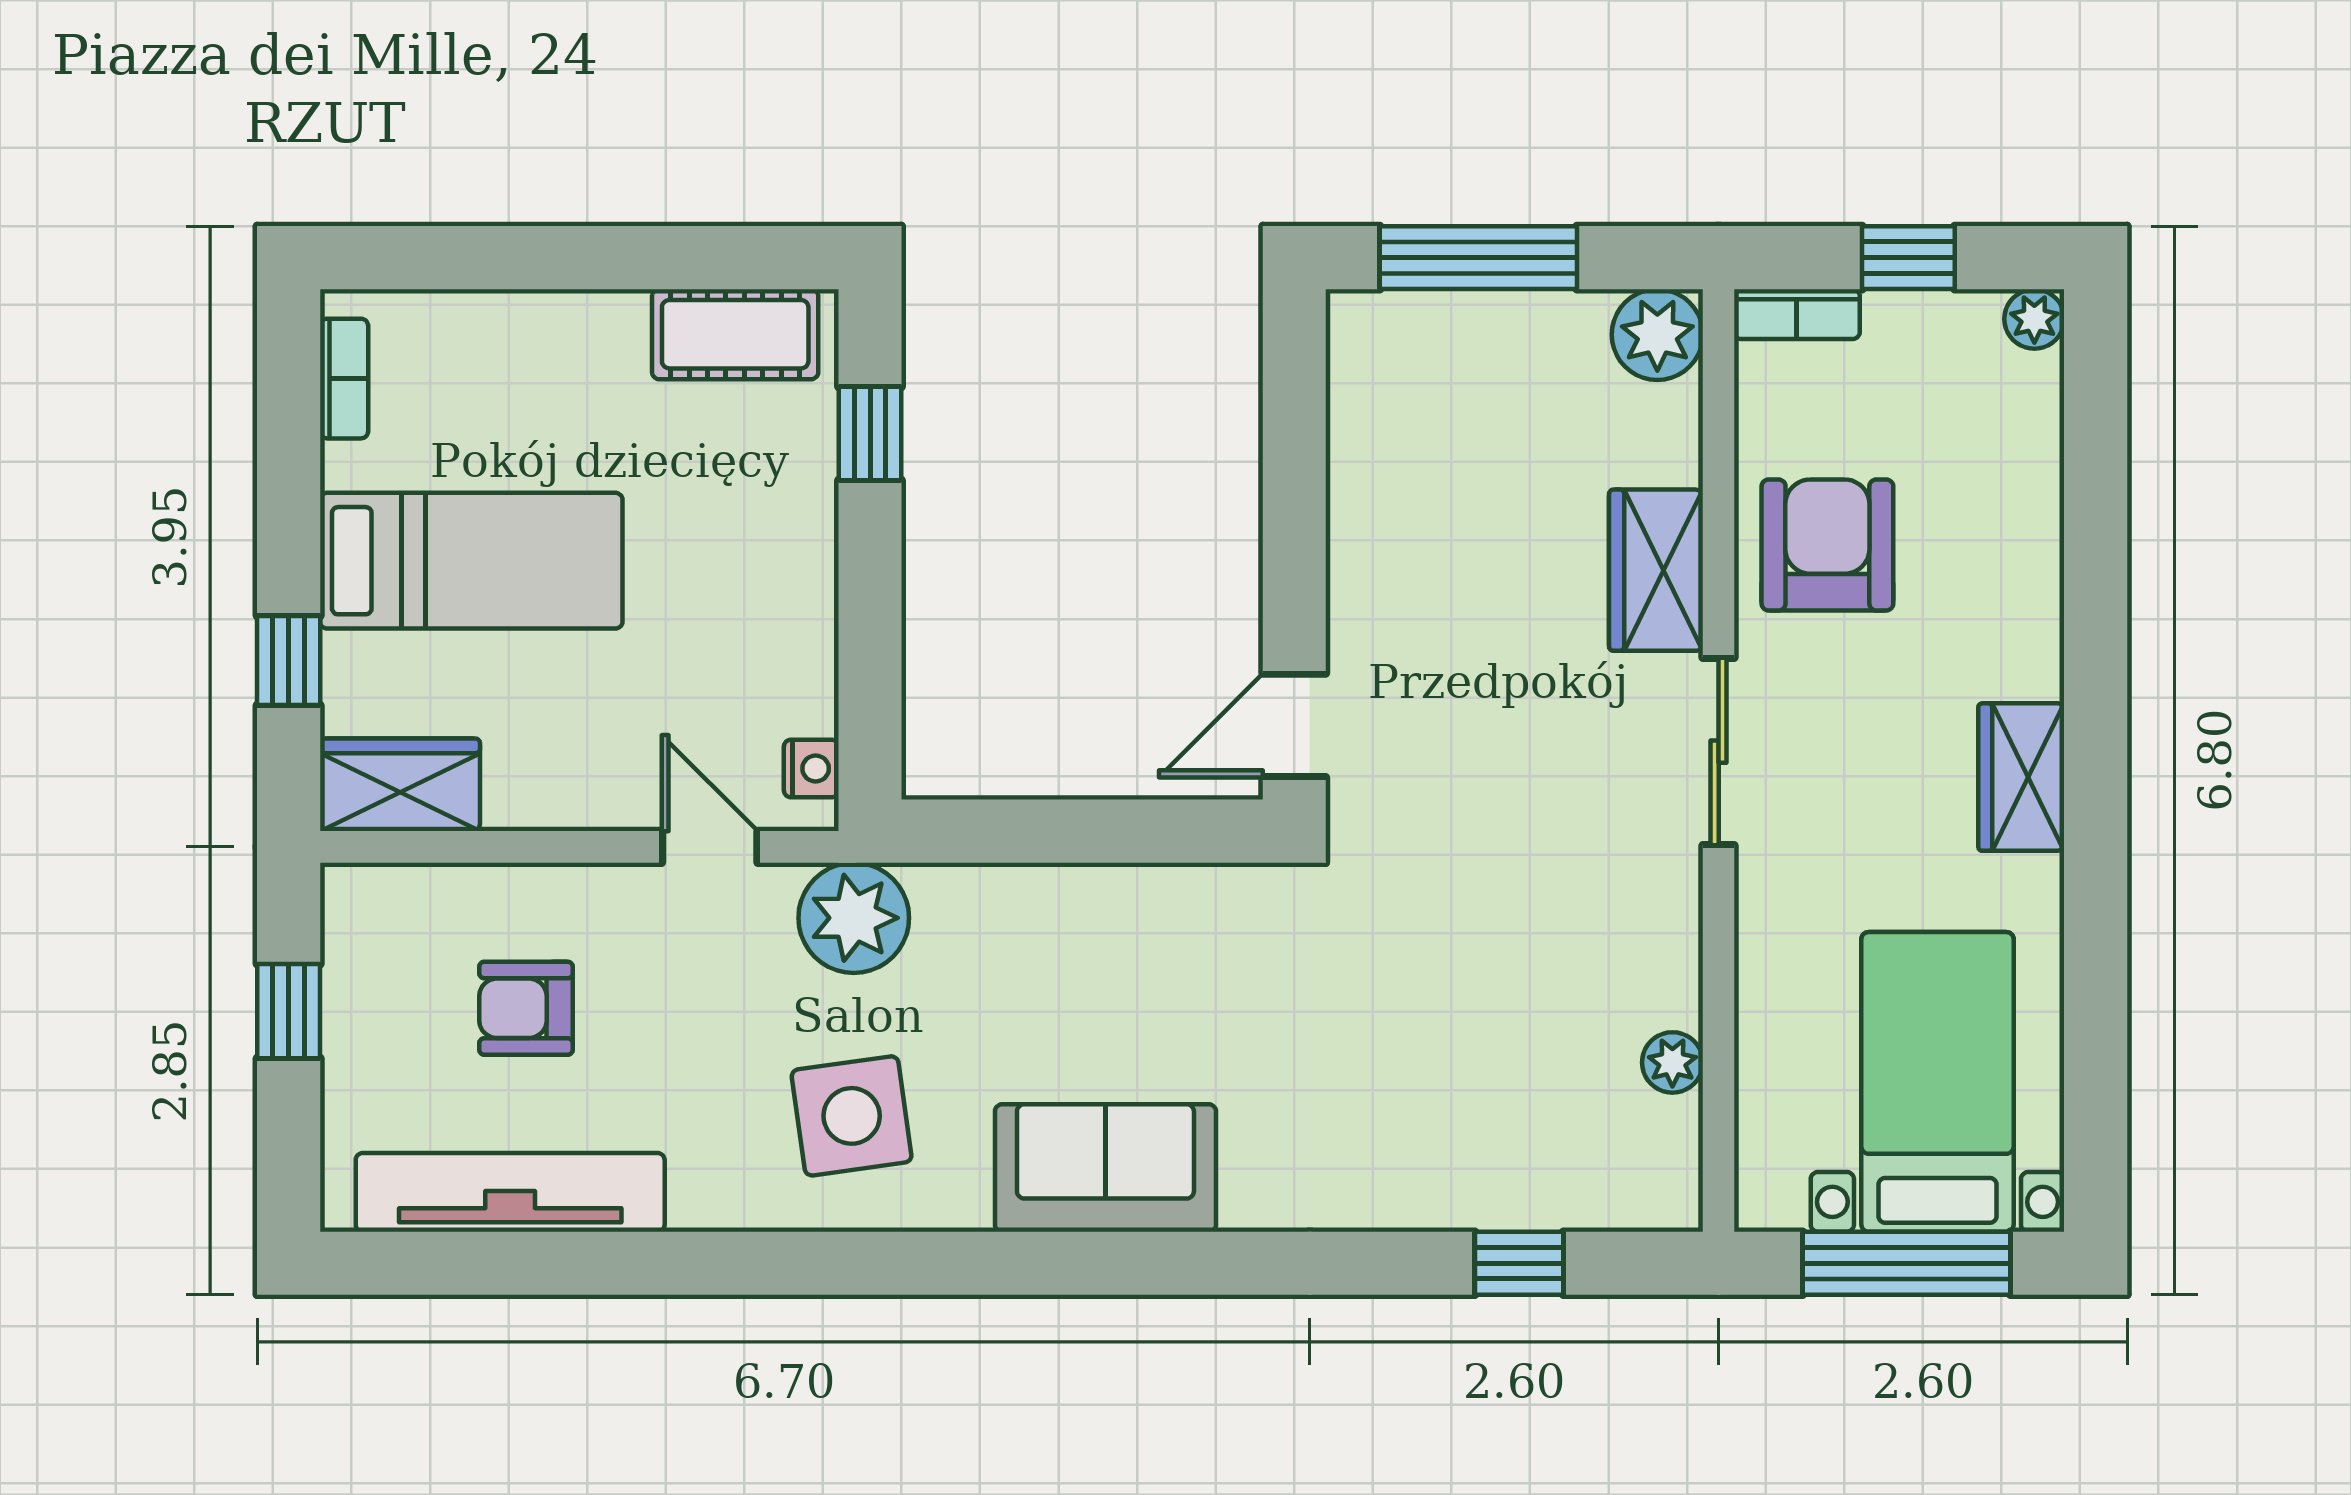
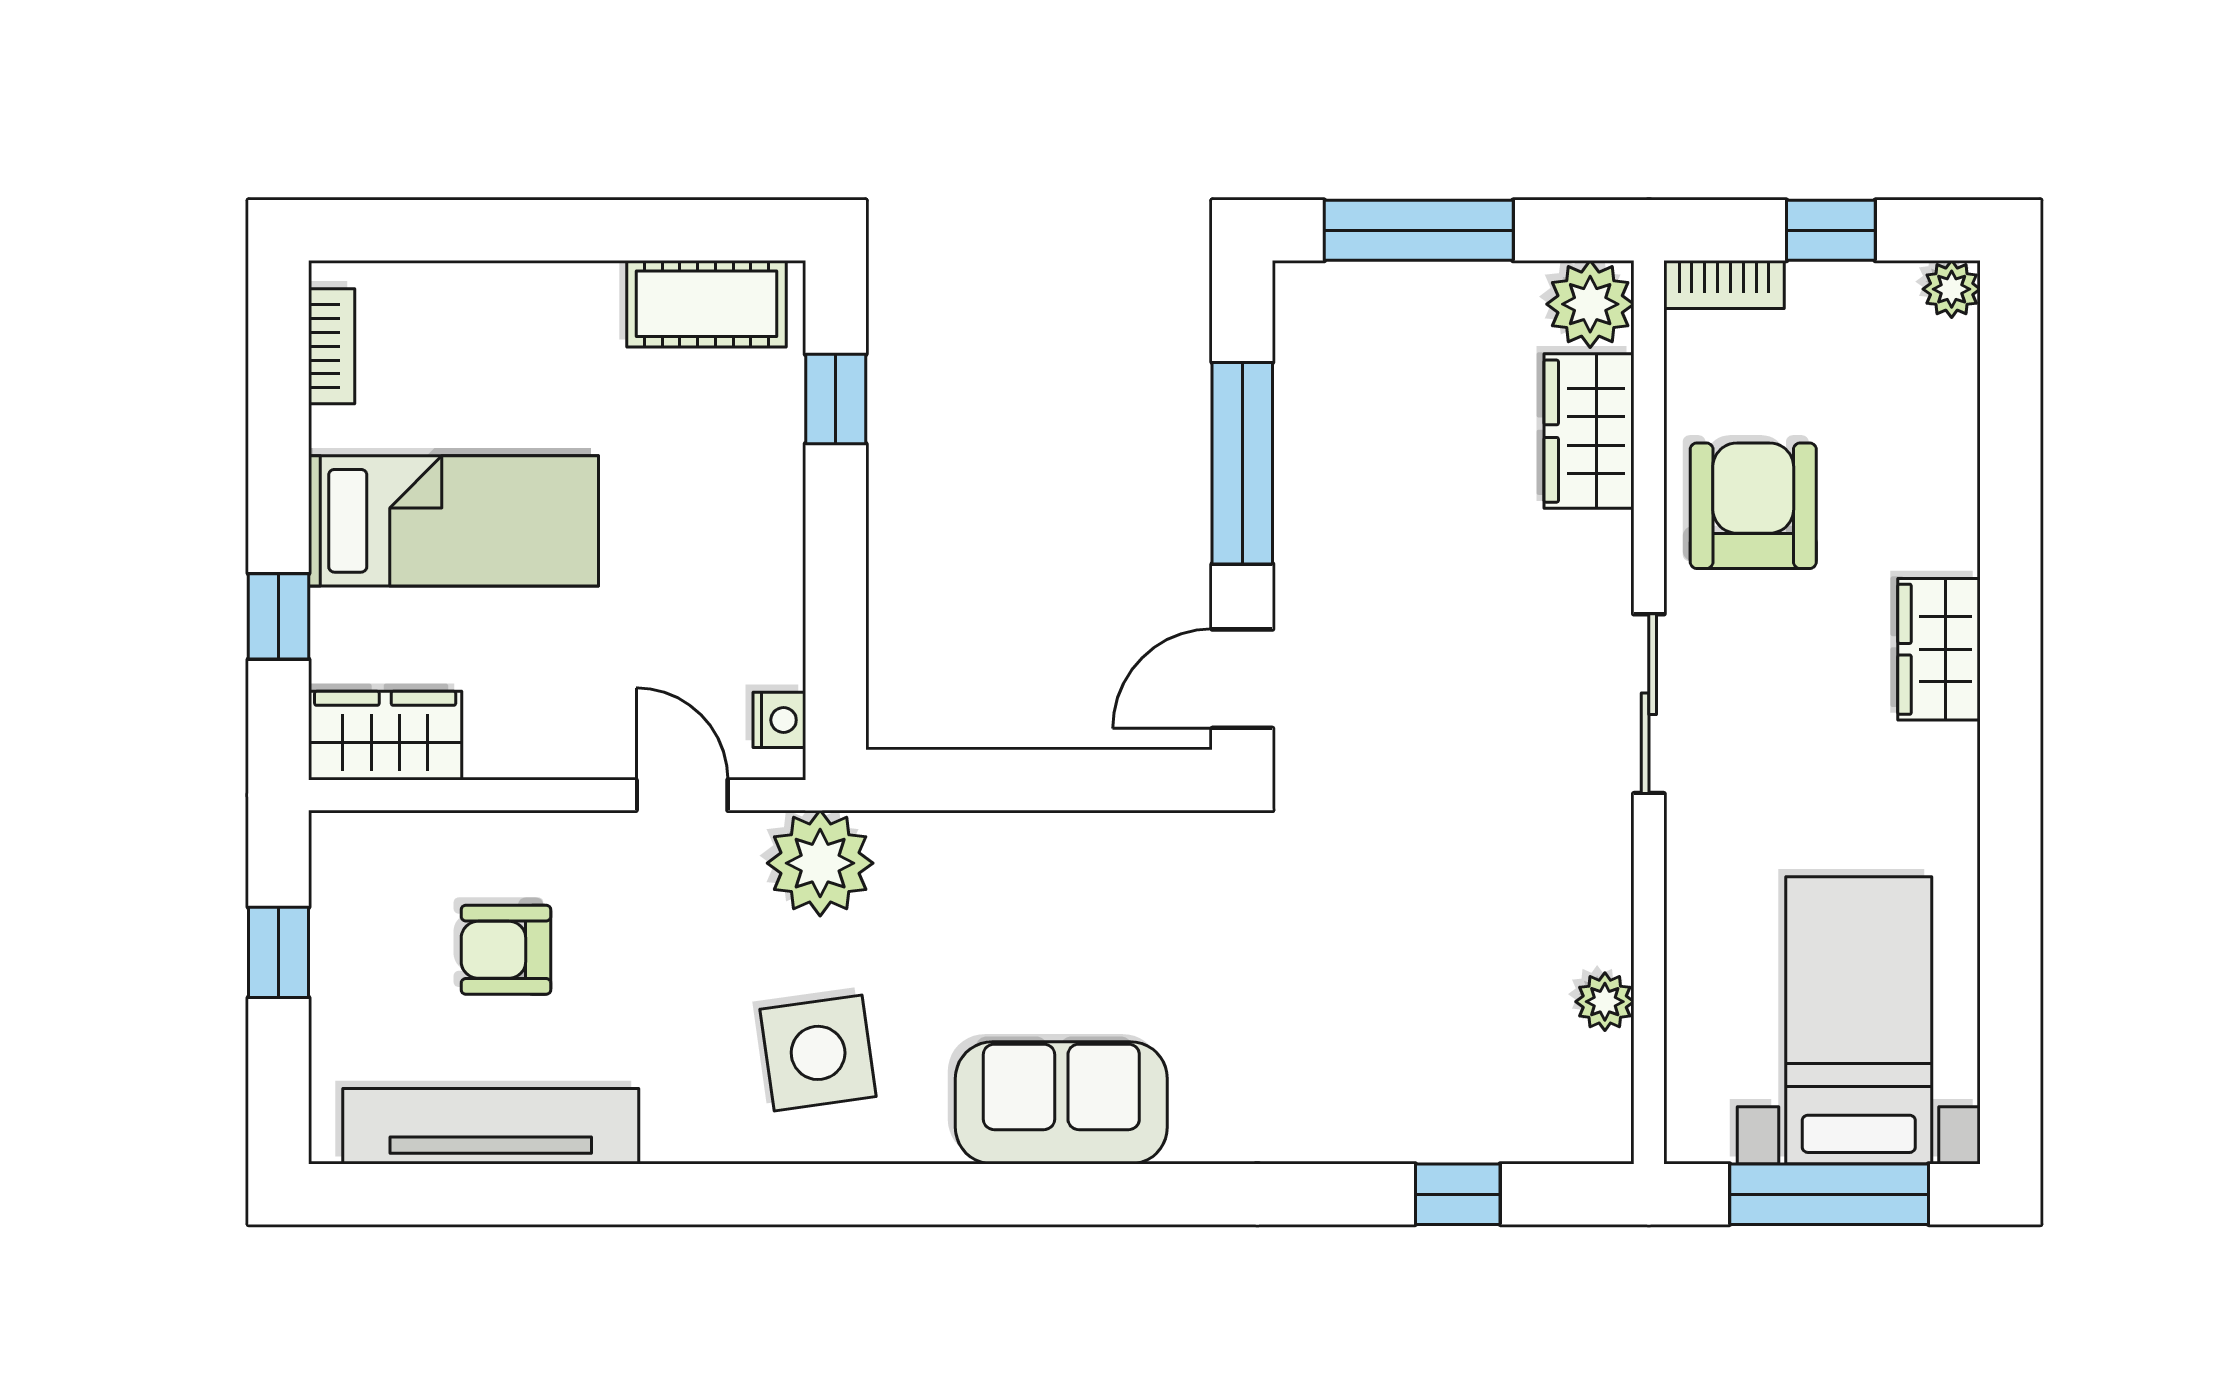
window: (1294, 501) -> (1242, 463), added
wardrobe: (1656, 570) -> (1589, 431), moved
wardrobe: (2021, 777) -> (1939, 649), moved

